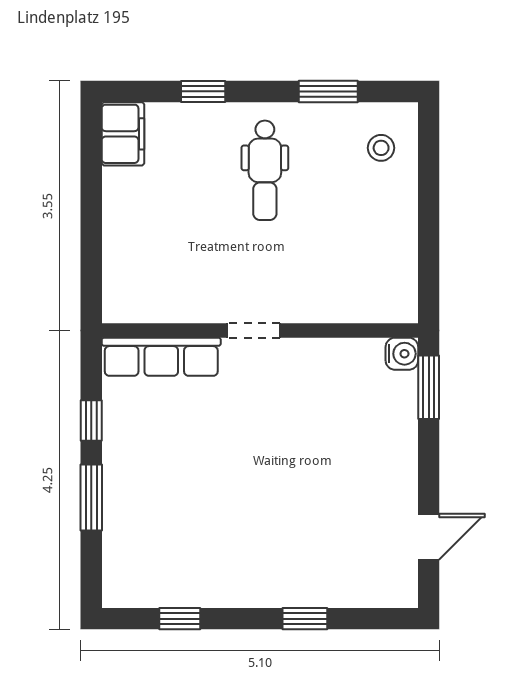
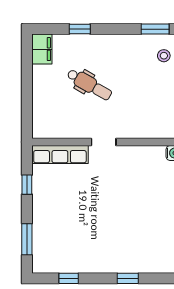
window: (328, 91) -> (155, 29), moved
dental chair: (265, 170) -> (89, 85), moved, turned -60
window: (91, 498) -> (27, 239), moved

